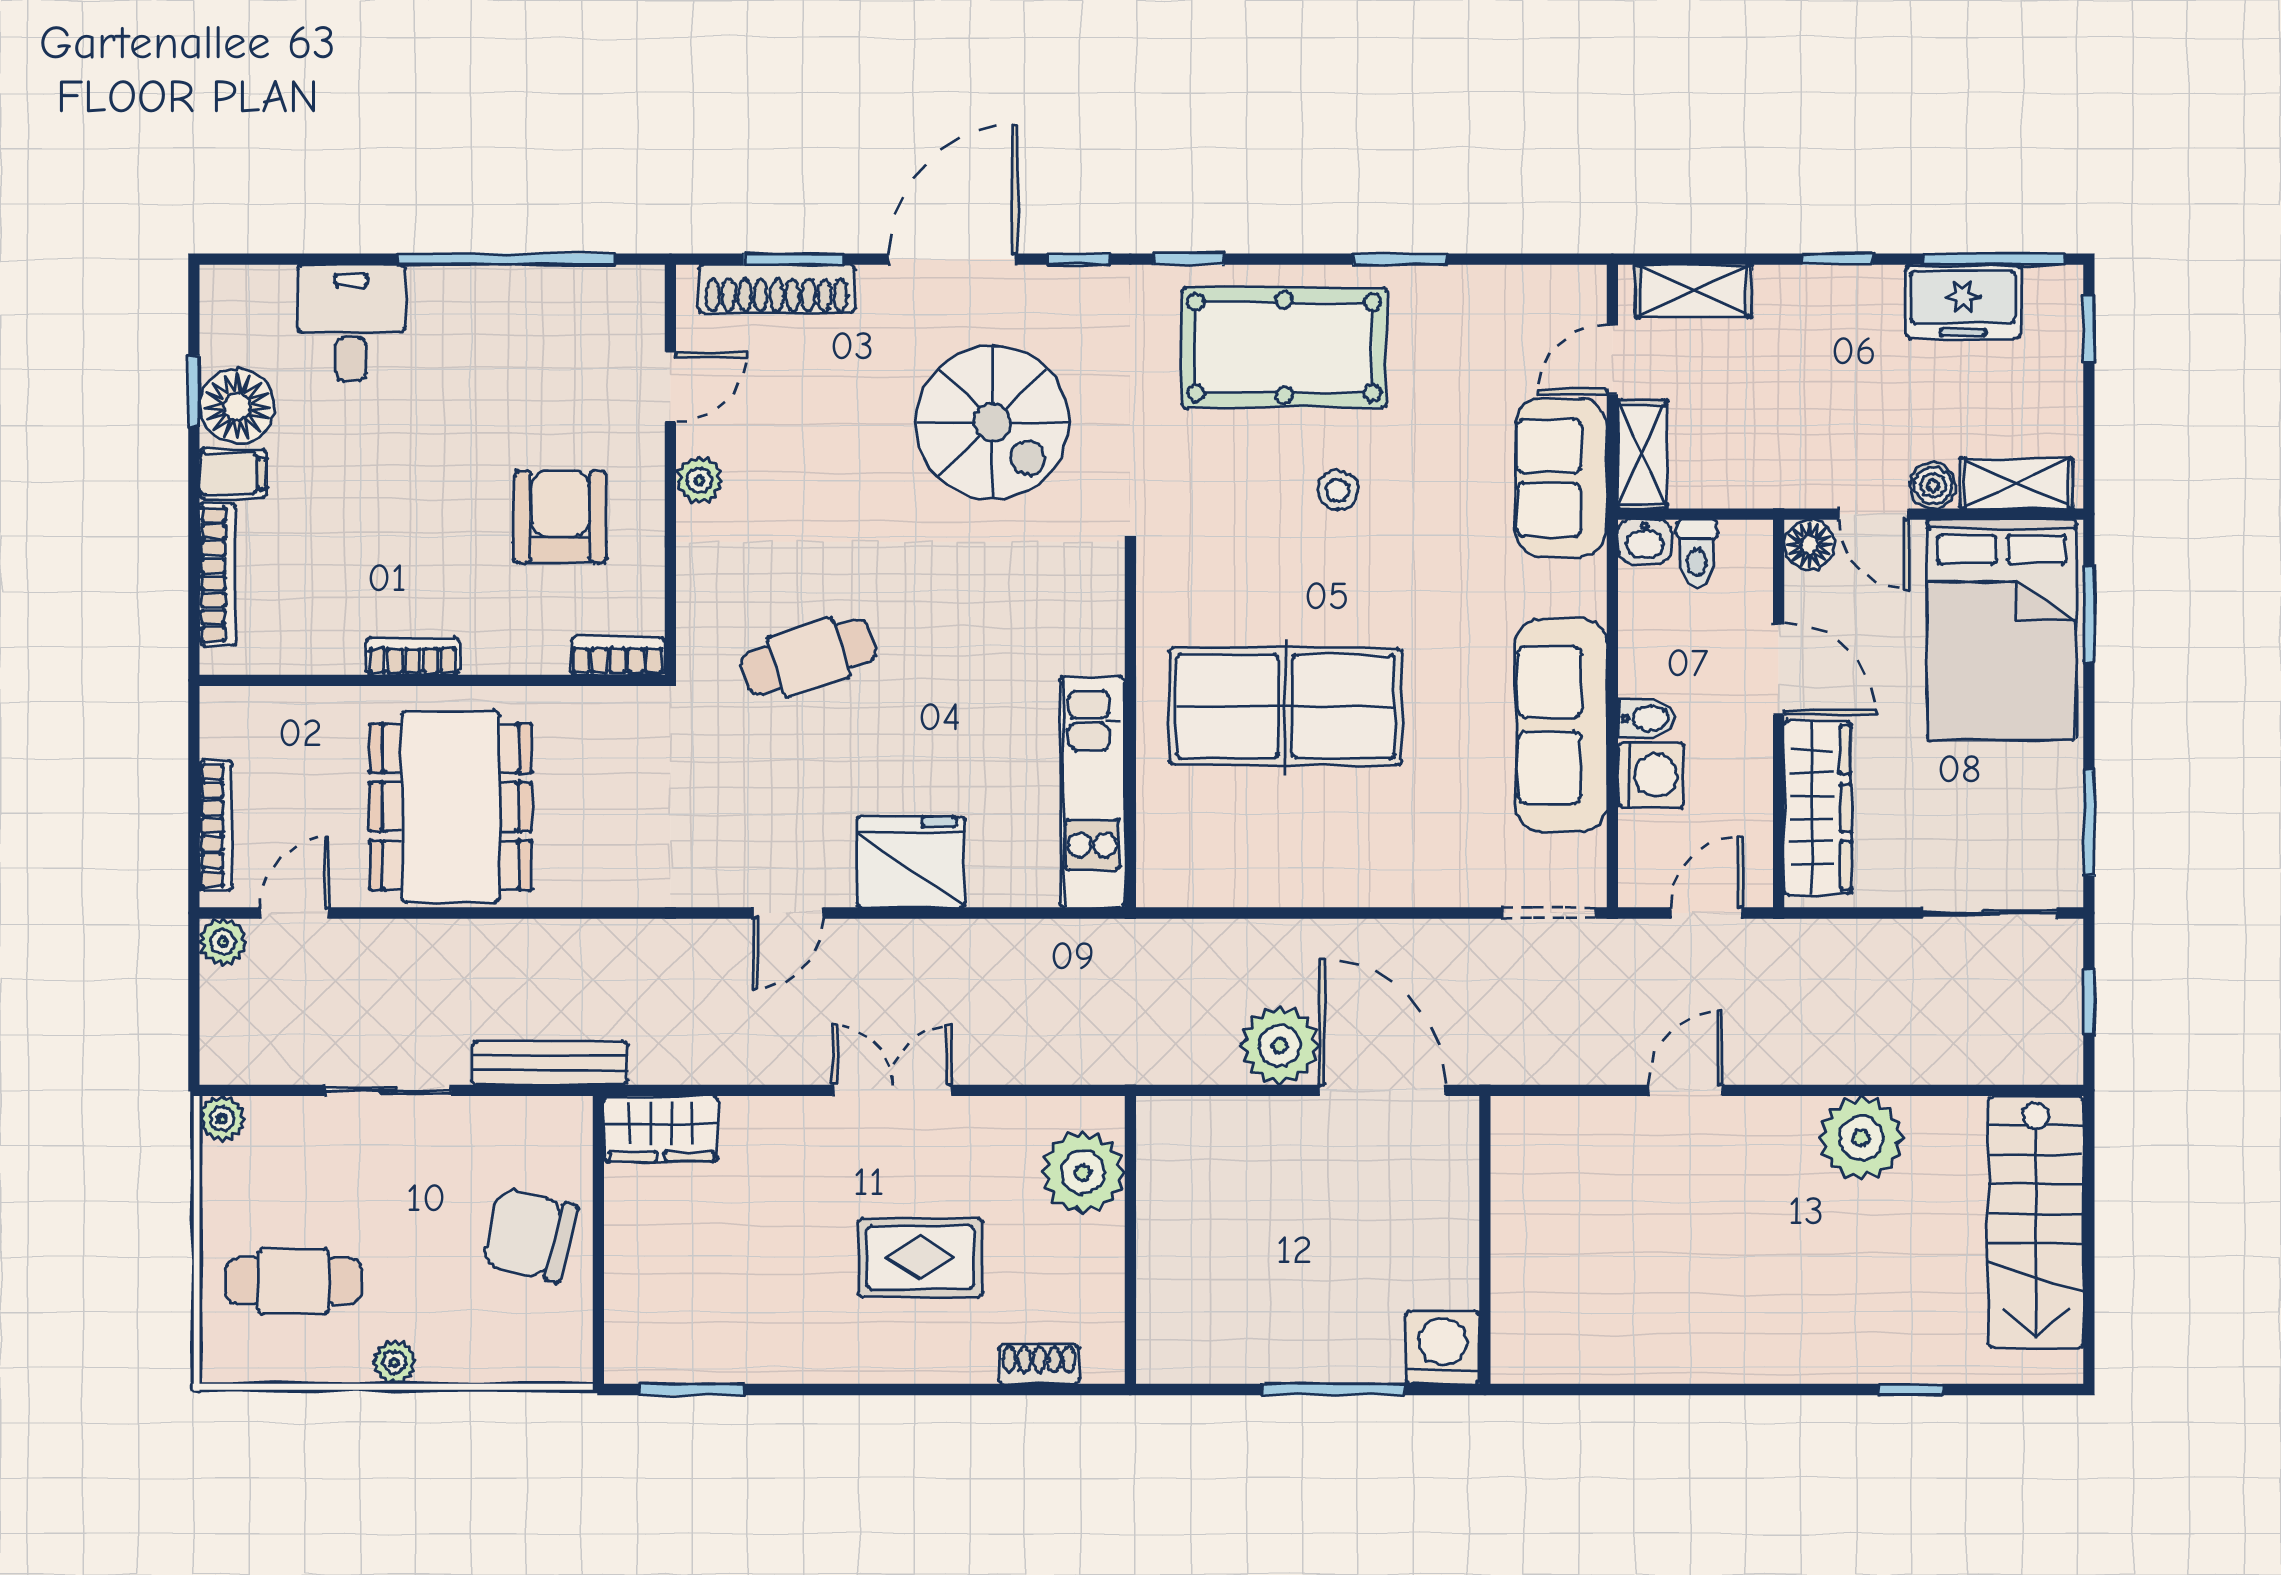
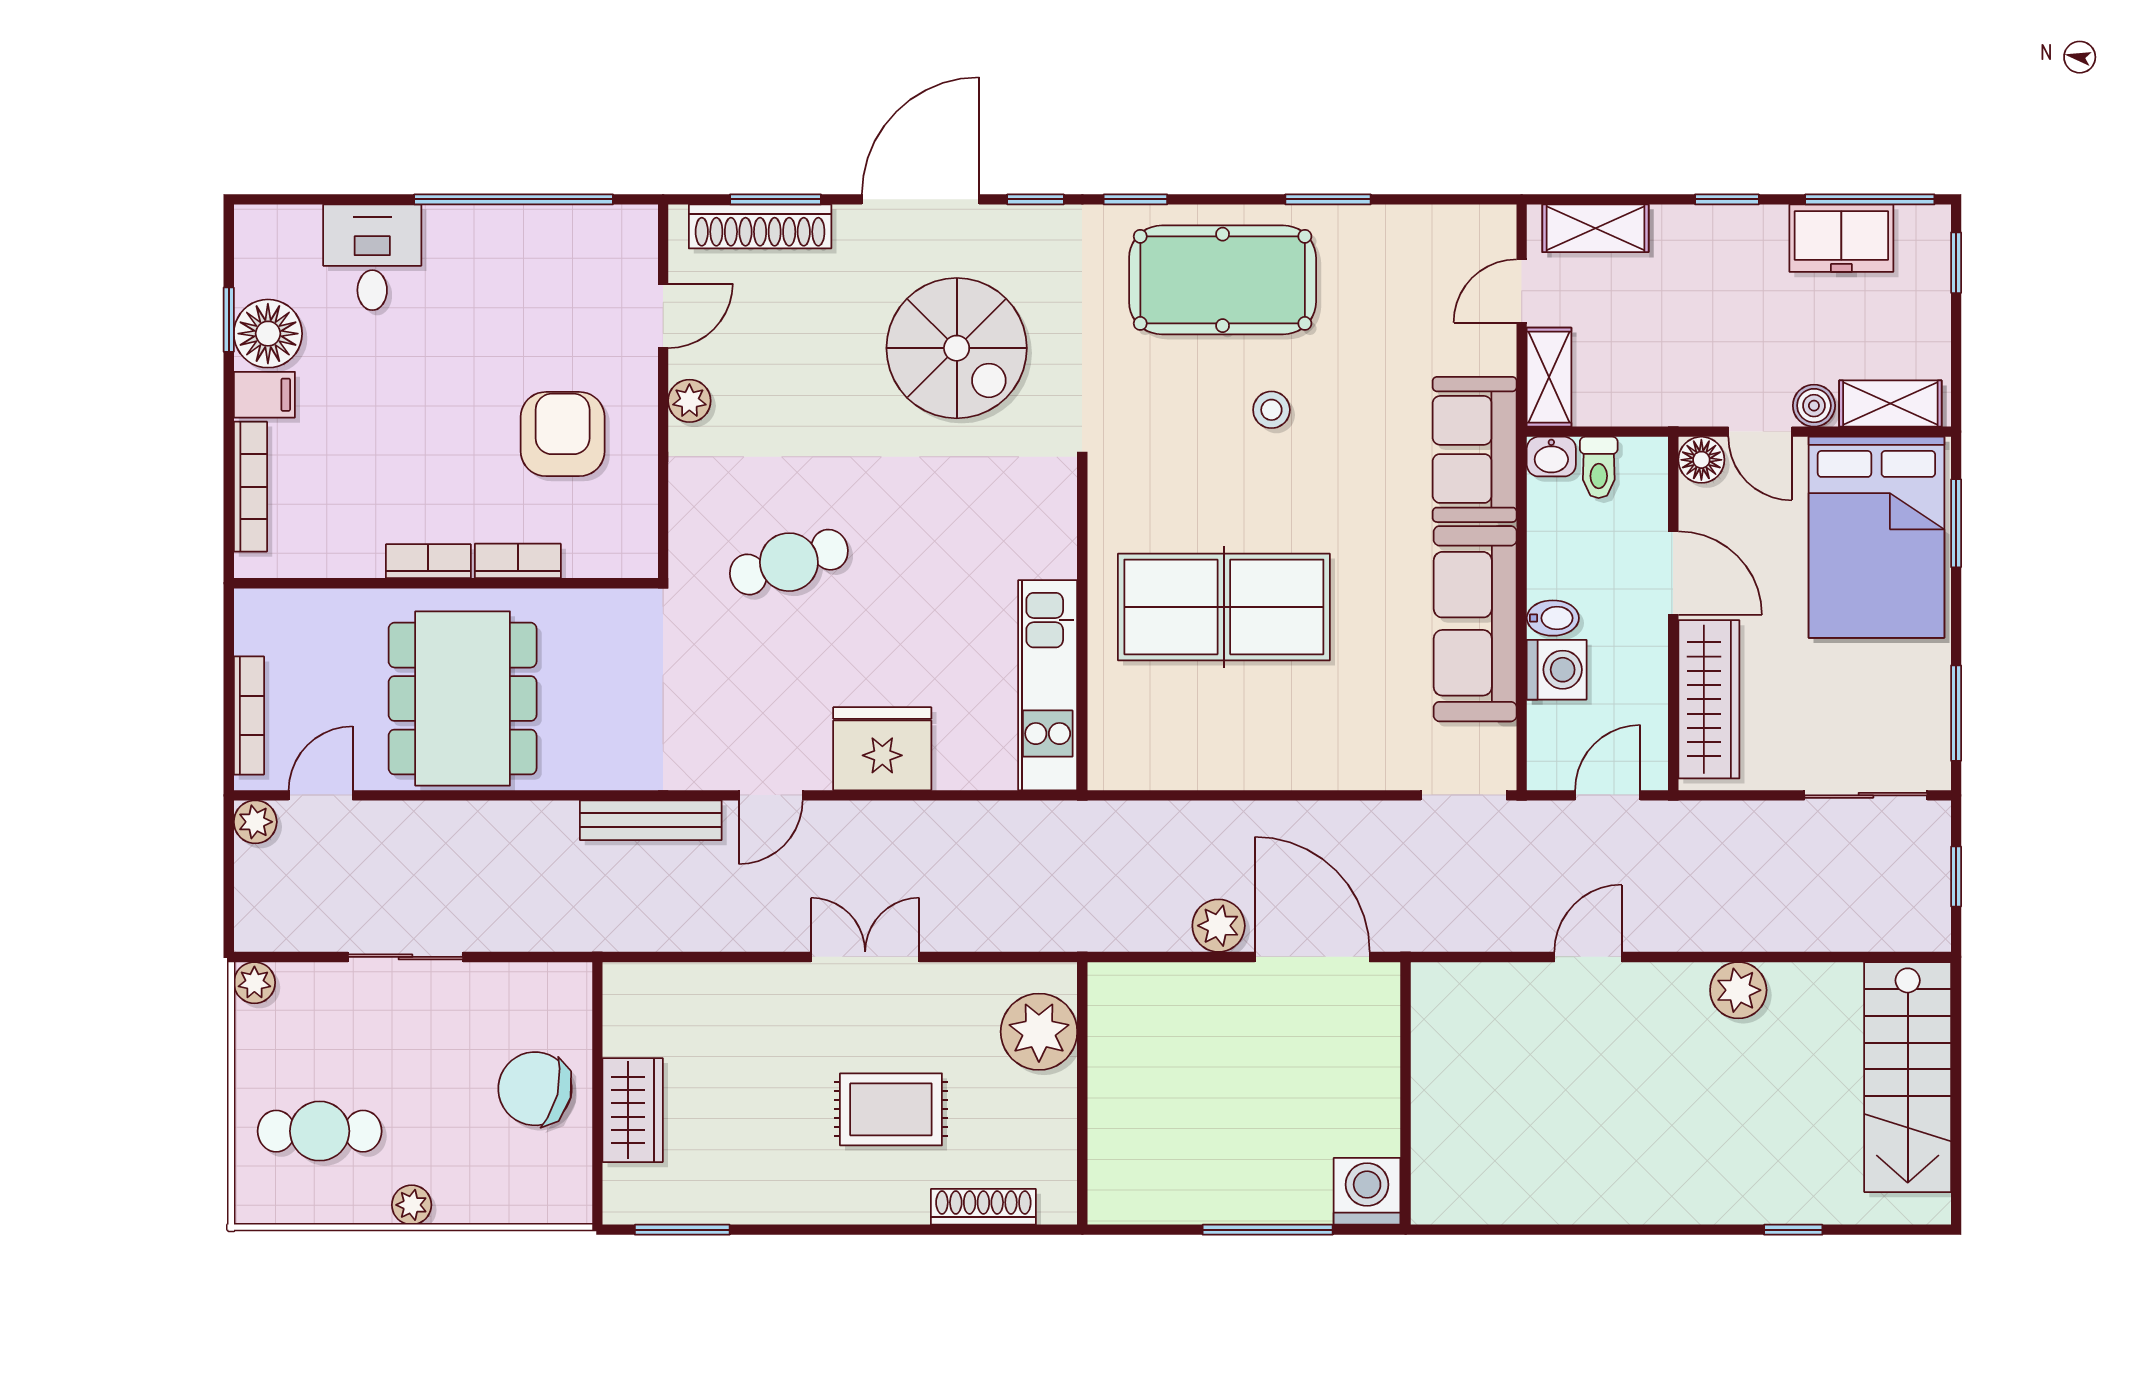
sofa: (1561, 478) -> (1475, 449), moved
bookcase: (618, 656) -> (518, 561), moved
plant: (1280, 1046) -> (1219, 926), width x0.73, depth x0.73
bench: (550, 1063) -> (651, 820), moved
wardrobe: (661, 1129) -> (633, 1110), moved, turned -90
plant: (1861, 1138) -> (1738, 990), width x0.73, depth x0.73
shoe rack: (1039, 1364) -> (983, 1207), width x1.43

